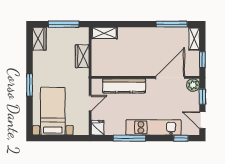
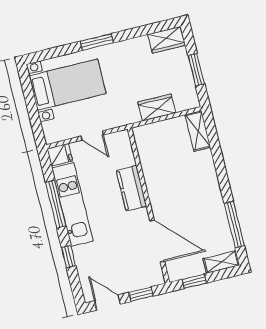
window: (64, 24) -> (196, 70), width x0.69
plant: (193, 85) -> (154, 277), removed
kitchen counter: (124, 86) -> (132, 188), width x0.67
door: (202, 120) -> (107, 302), hinge flipped
kitchen unit: (153, 127) -> (72, 205), moved
window: (181, 138) -> (69, 256), moved

